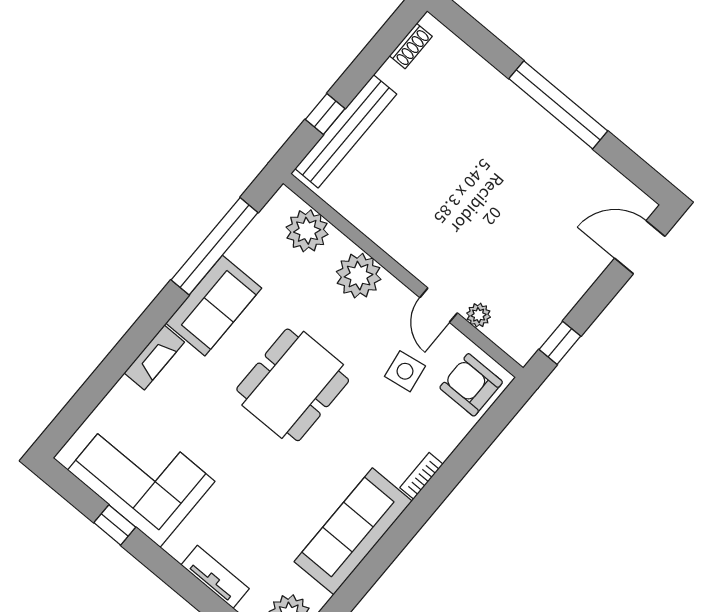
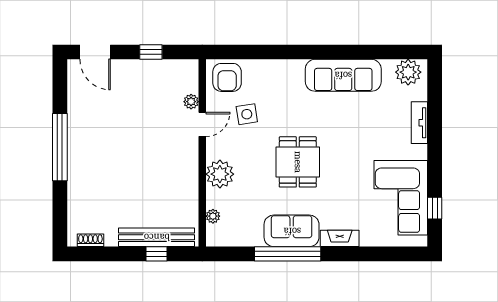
plant: (307, 231) -> (213, 216), width x0.53, depth x0.53
window: (215, 246) -> (288, 254), moved
window: (560, 343) -> (151, 52), moved
dining table: (293, 385) -> (298, 162), width x0.73
bookcase: (421, 476) -> (290, 65), removed
window: (115, 525) -> (435, 208), moved

